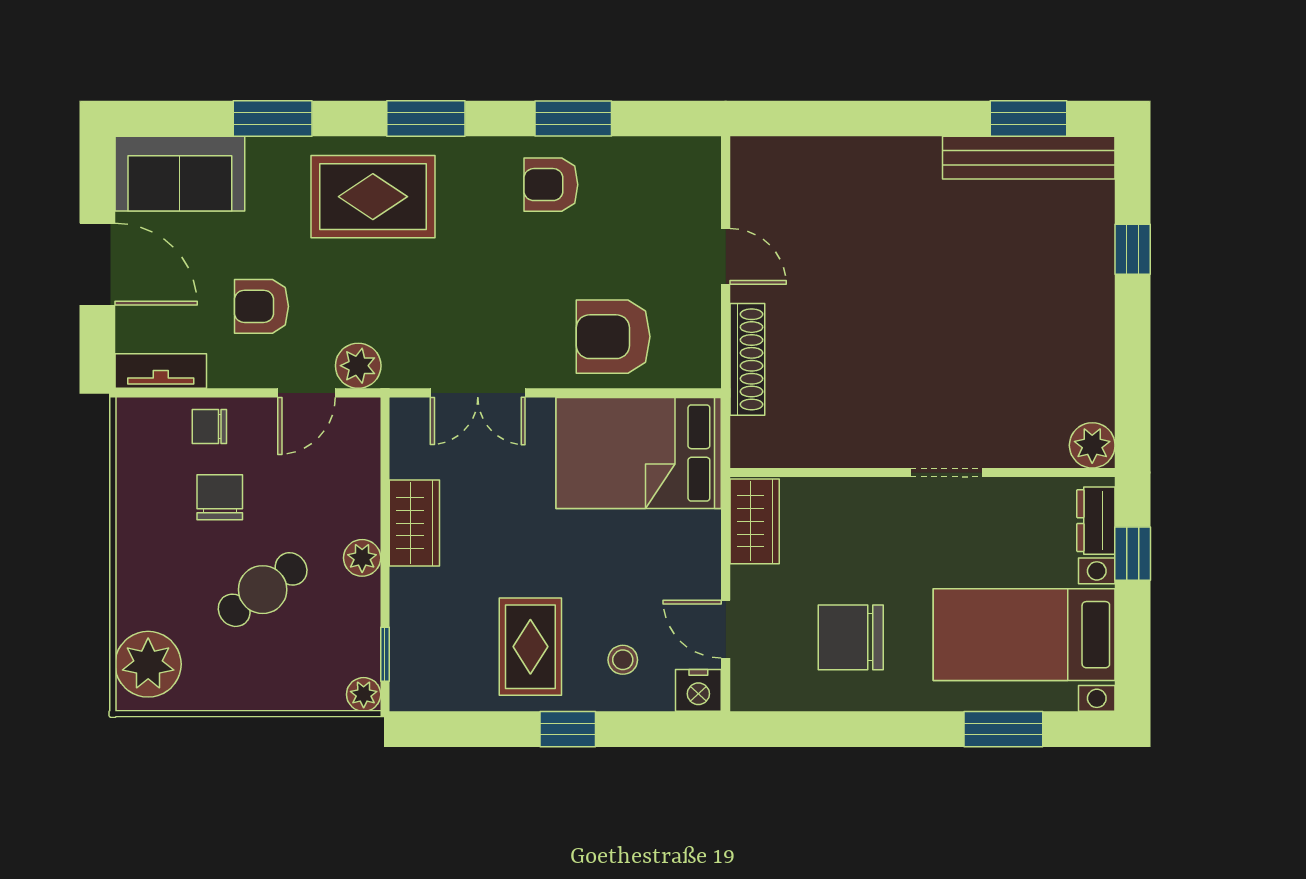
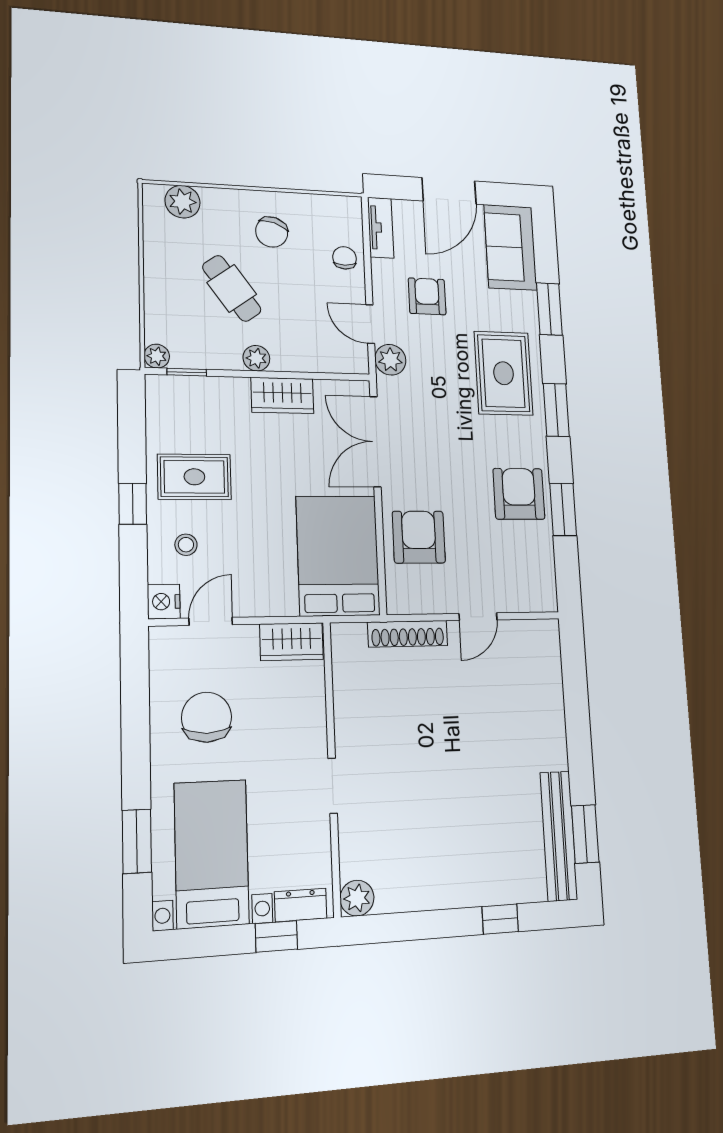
armchair: (551, 185) -> (519, 494), width x1.38, depth x1.38
double door: (478, 393) -> (376, 442), width x1.37
chair: (220, 497) -> (272, 232), moved, turned 108
plant: (148, 664) -> (182, 202), width x0.73, depth x0.73

